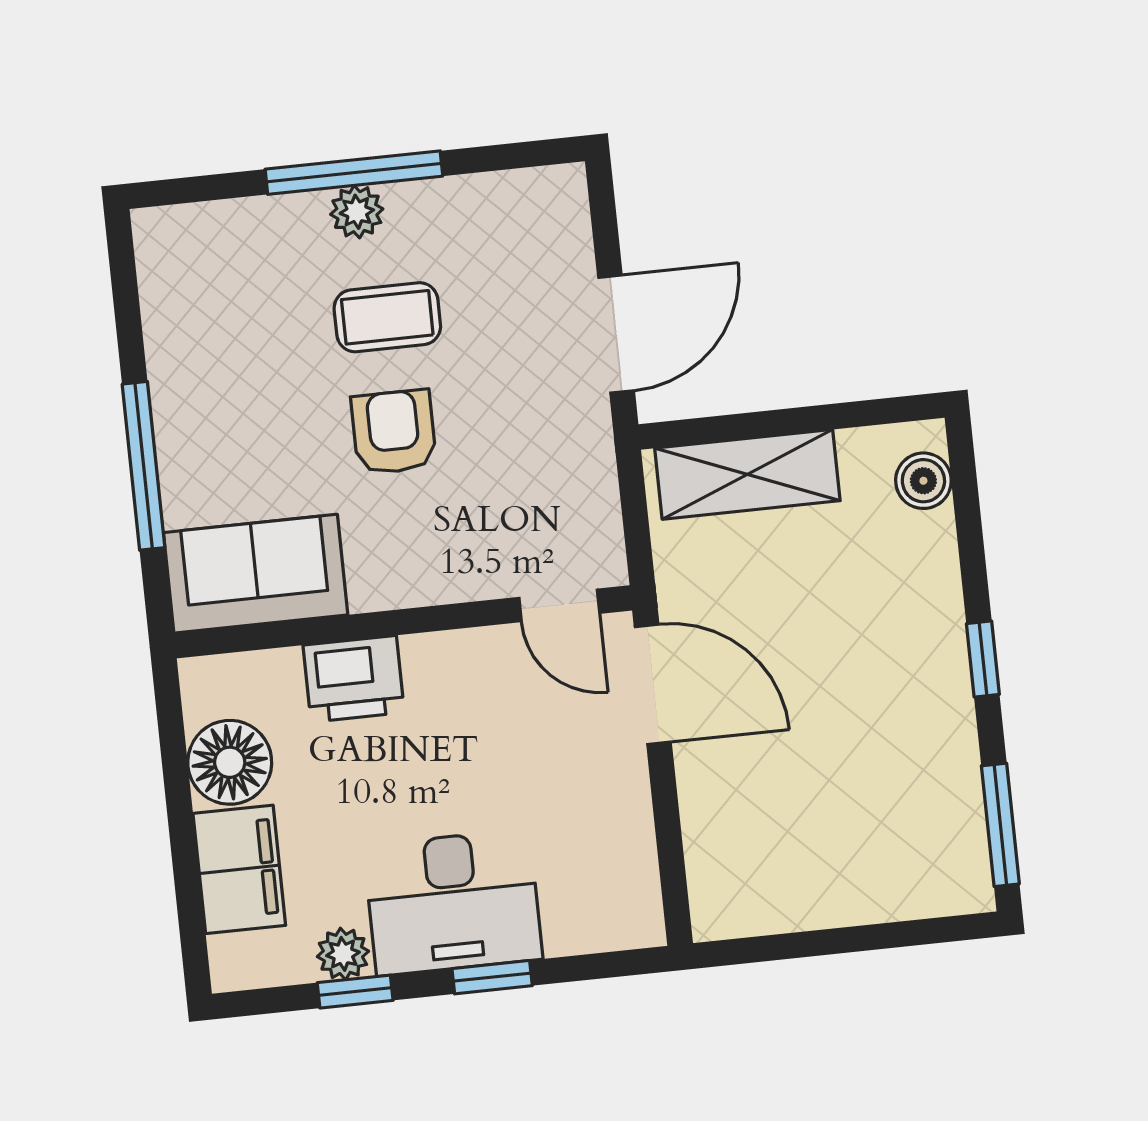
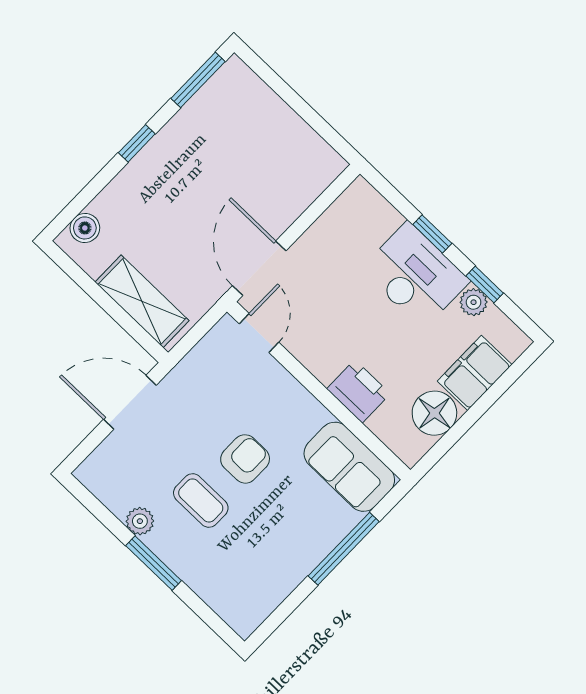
window: (354, 173) -> (154, 563), width x0.69
plant: (357, 212) -> (140, 521), moved
armchair: (394, 432) -> (245, 459), turned 180

